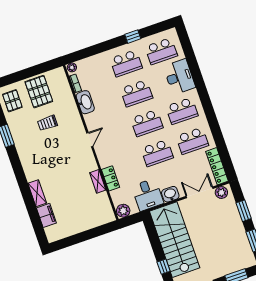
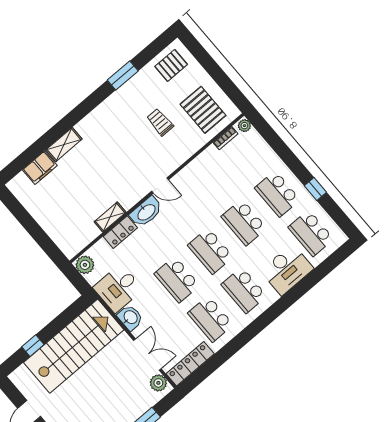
pallet: (39, 92) -> (203, 110), moved, turned 90
washbasin: (85, 102) -> (146, 212), moved

